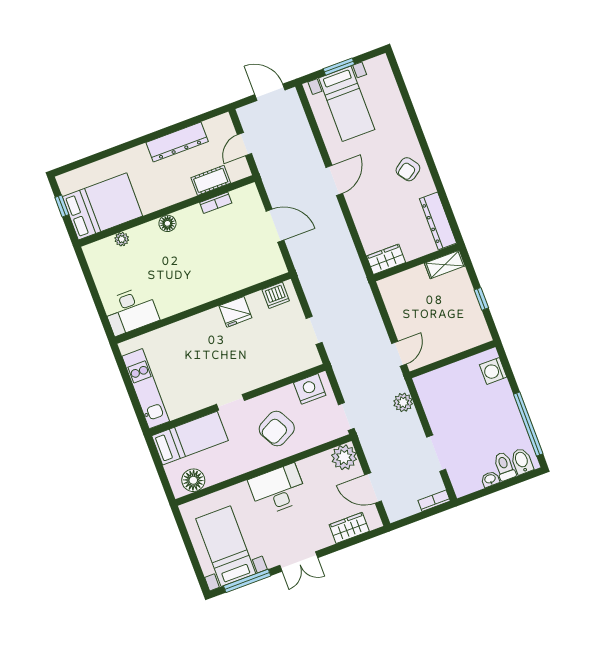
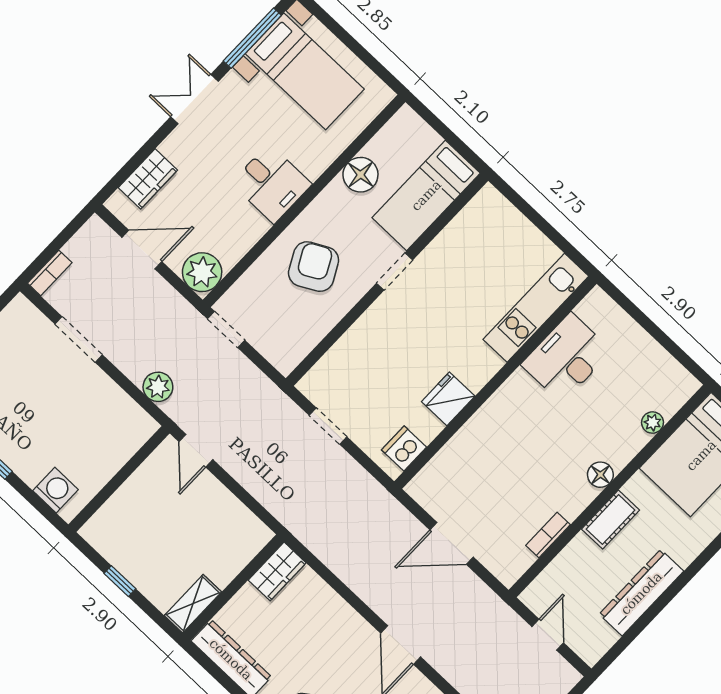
cot: (211, 180) -> (610, 520), moved
desk: (131, 311) -> (566, 358), moved
kitchen unit: (146, 389) -> (536, 308), moved, turned 90
nightstand: (310, 389) -> (295, 343), removed
floor lamp: (193, 480) -> (360, 175), moved
desk: (278, 490) -> (271, 184), width x0.73

